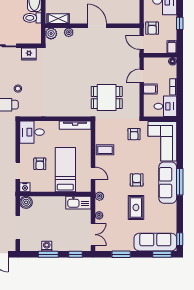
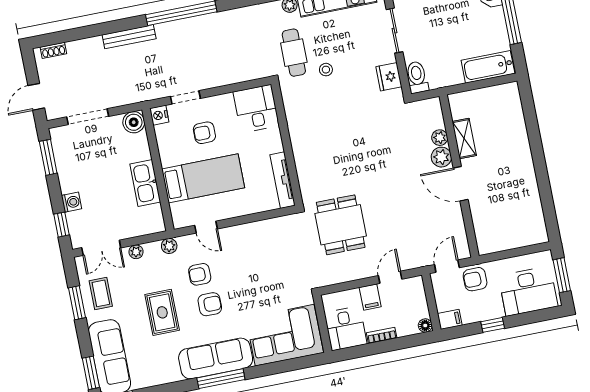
toilet: (32, 18) -> (417, 77), moved
shelving: (58, 19) -> (464, 138), moved
door: (97, 26) -> (461, 184), swing flipped
plant: (51, 34) -> (441, 157), moved
door: (142, 76) -> (390, 277), hinge flipped
armchair: (134, 134) -> (200, 274), moved
coffee table: (105, 150) -> (101, 293), moved
door: (93, 173) -> (206, 227), hinge flipped
kitchen sink: (78, 203) -> (145, 183), moved
rug: (136, 207) -> (162, 312), turned 90
washing machine: (47, 246) -> (72, 202), moved
window: (48, 254) -> (48, 157), moved

